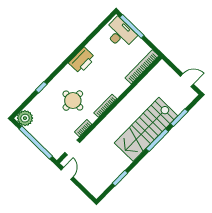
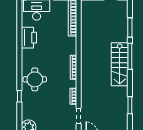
printer: (82, 60) -> (29, 38), moved
round table: (73, 101) -> (35, 79), moved
stairs: (146, 129) -> (120, 64), width x0.73, depth x0.66

